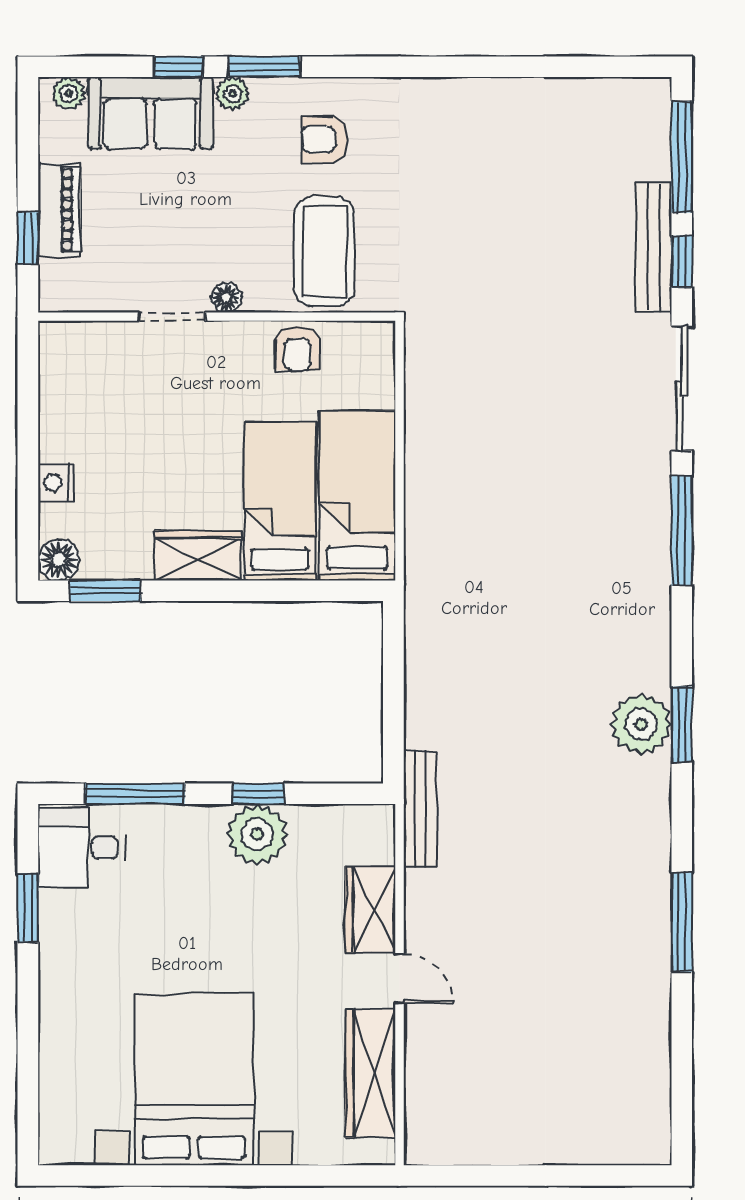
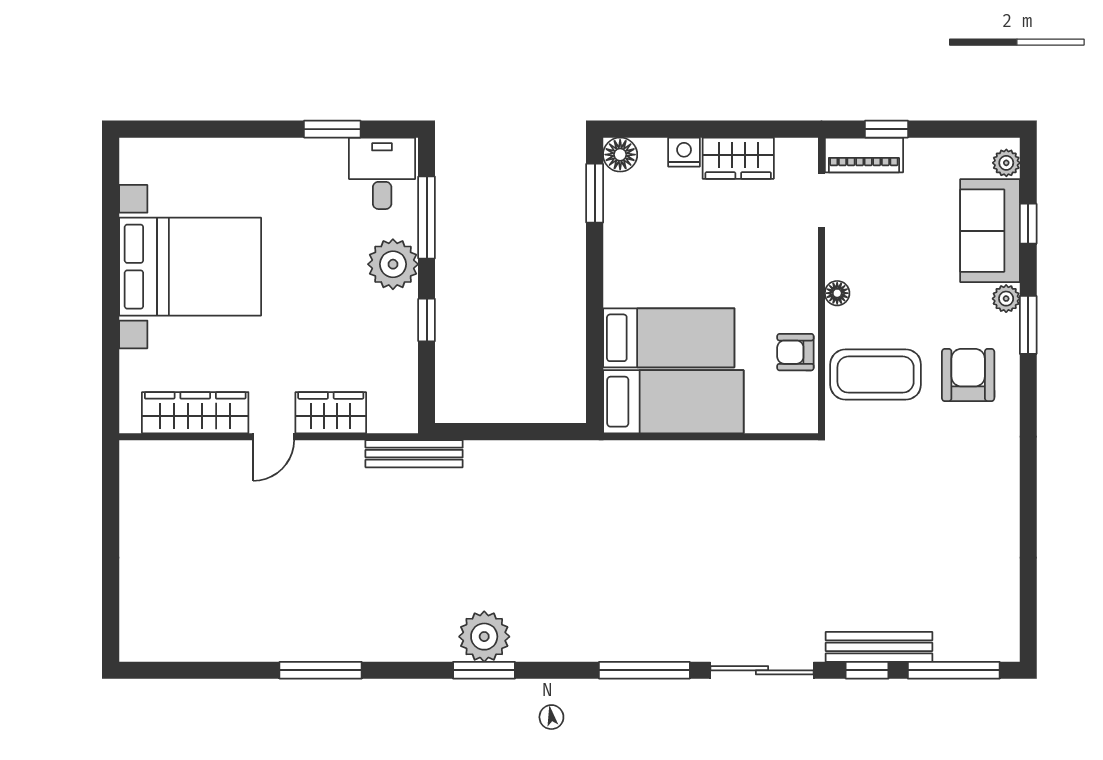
window: (178, 67) -> (1028, 224), moved
armchair: (325, 139) -> (968, 375), width x1.38, depth x1.38
piano: (59, 209) -> (864, 155), moved
doorway: (172, 317) -> (822, 201), moved
wardrobe: (198, 556) -> (738, 158), moved, turned 90
plant: (257, 834) -> (393, 264), moved

